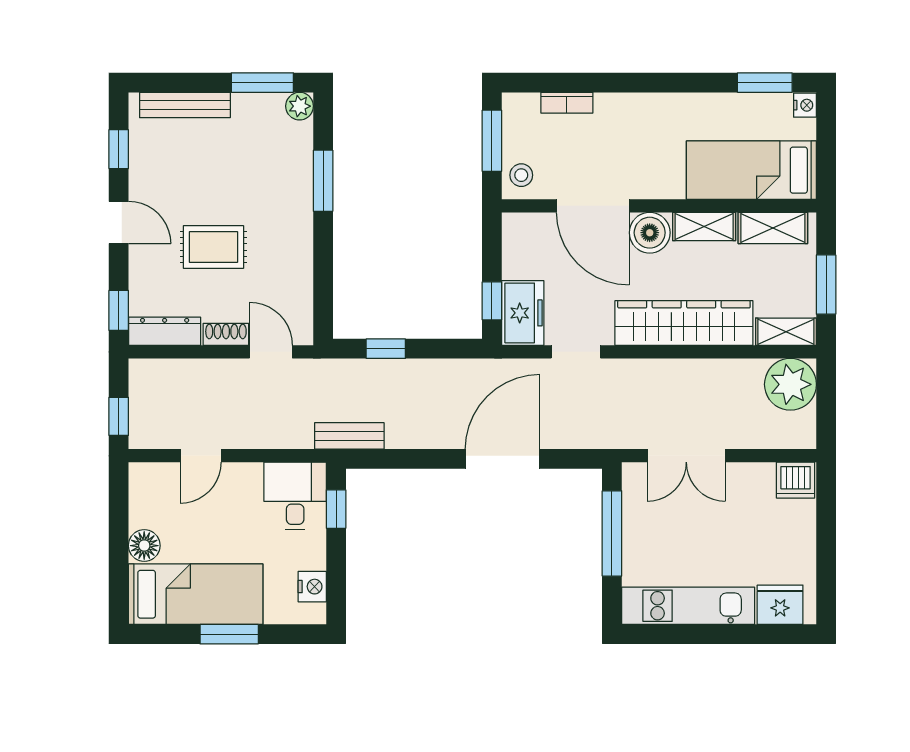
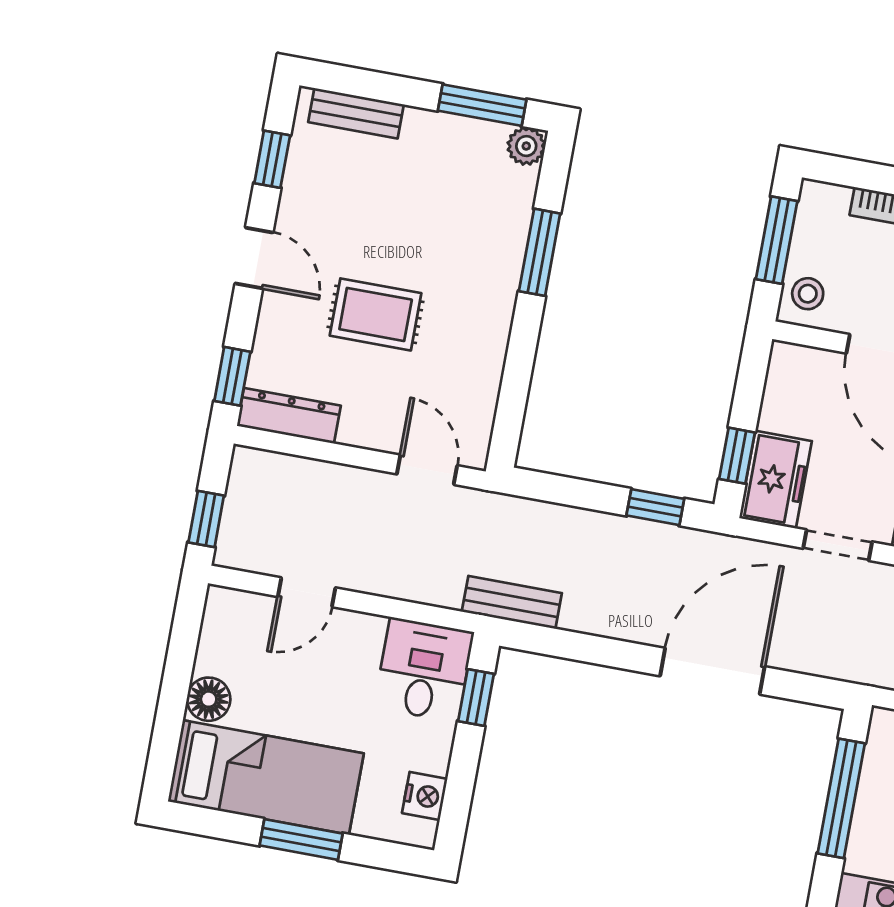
bench: (185, 105) -> (356, 113), width x0.73
shoe rack: (226, 334) -> (371, 435), removed
window: (386, 349) -> (655, 507), moved

